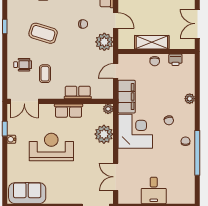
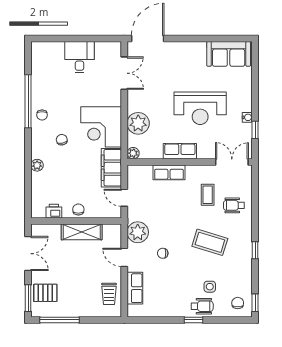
door: (116, 71) -> (124, 198), swing flipped

